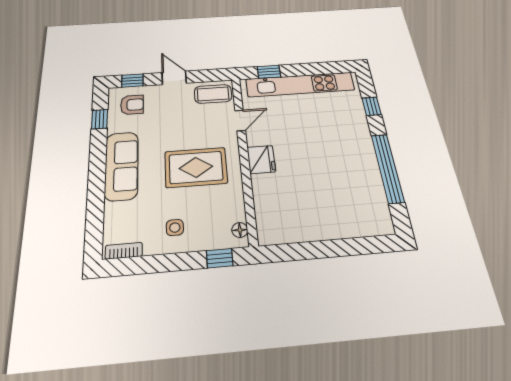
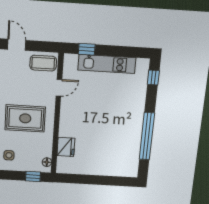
kitchen unit: (300, 85) -> (107, 64), width x0.73
window: (372, 106) -> (153, 78), moved
fridge: (261, 159) -> (66, 147), moved

